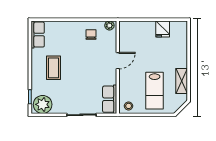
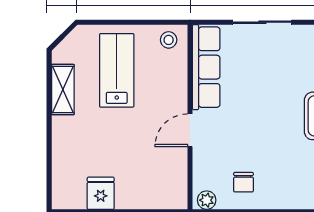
row of seats: (110, 99) -> (206, 67), width x1.48

